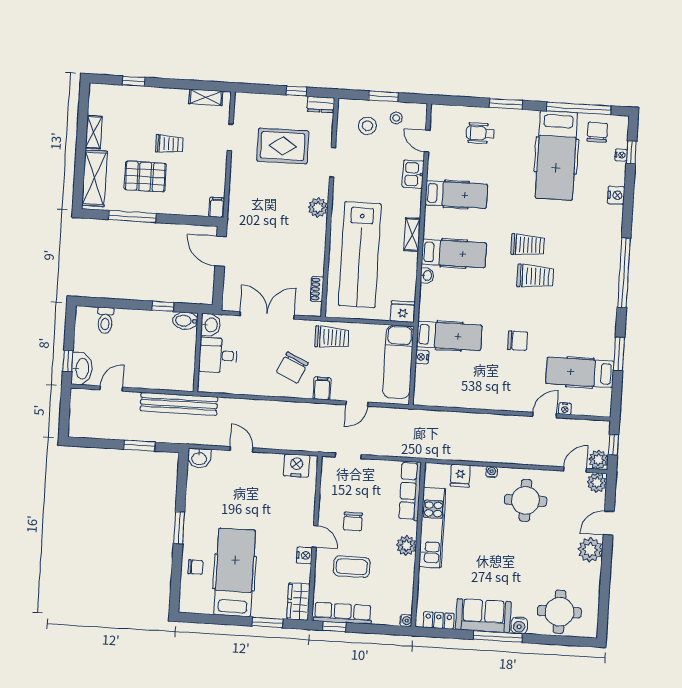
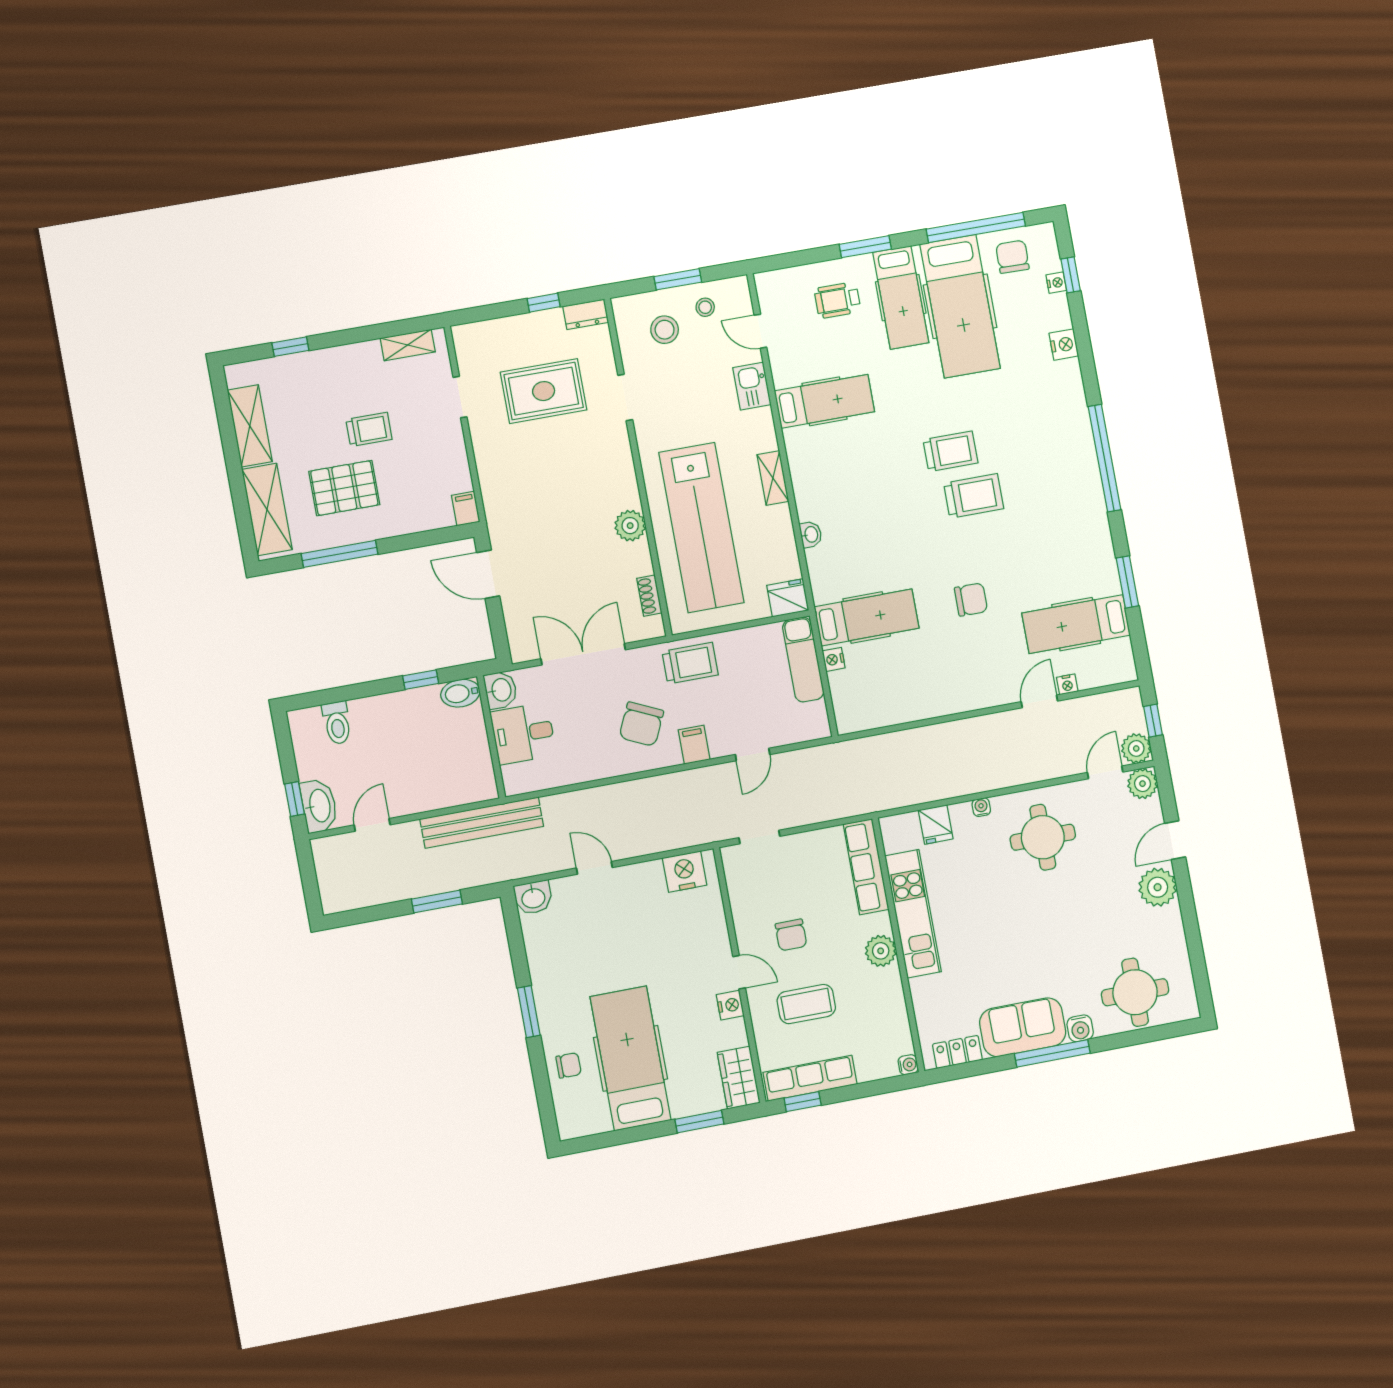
shelving: (94, 132) -> (250, 426), width x1.50, depth x1.33
plant: (318, 208) -> (630, 526), moved
hospital bed: (454, 253) -> (901, 298), moved, turned 90
exam couch: (398, 362) -> (803, 660), width x0.73, depth x0.69

